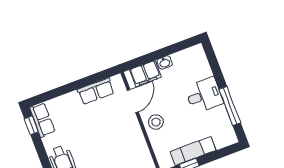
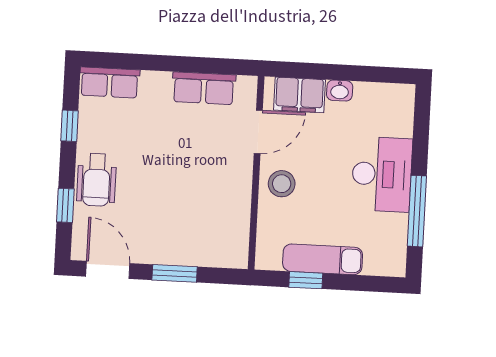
desk: (204, 95) -> (382, 174), width x1.37
row of seats: (42, 120) -> (110, 82), moved, turned 90
window: (31, 125) -> (69, 126), moved

